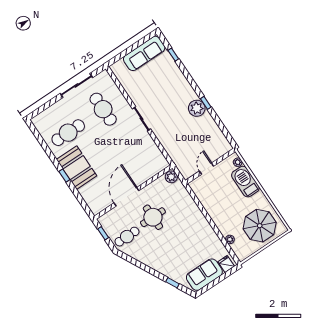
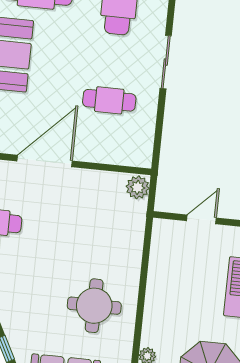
cafe table: (132, 152) -> (109, 100), added
round table: (153, 217) -> (94, 306), moved

